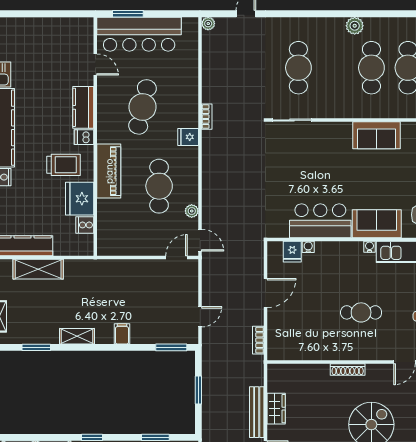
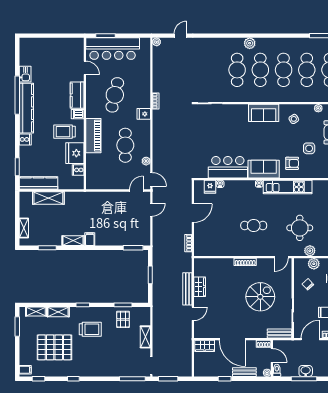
cafe table: (298, 68) -> (237, 70), moved
trolley: (63, 165) -> (65, 132), turned 180
door: (200, 317) -> (151, 210), moved
filing cabinet: (122, 334) -> (90, 239), moved

